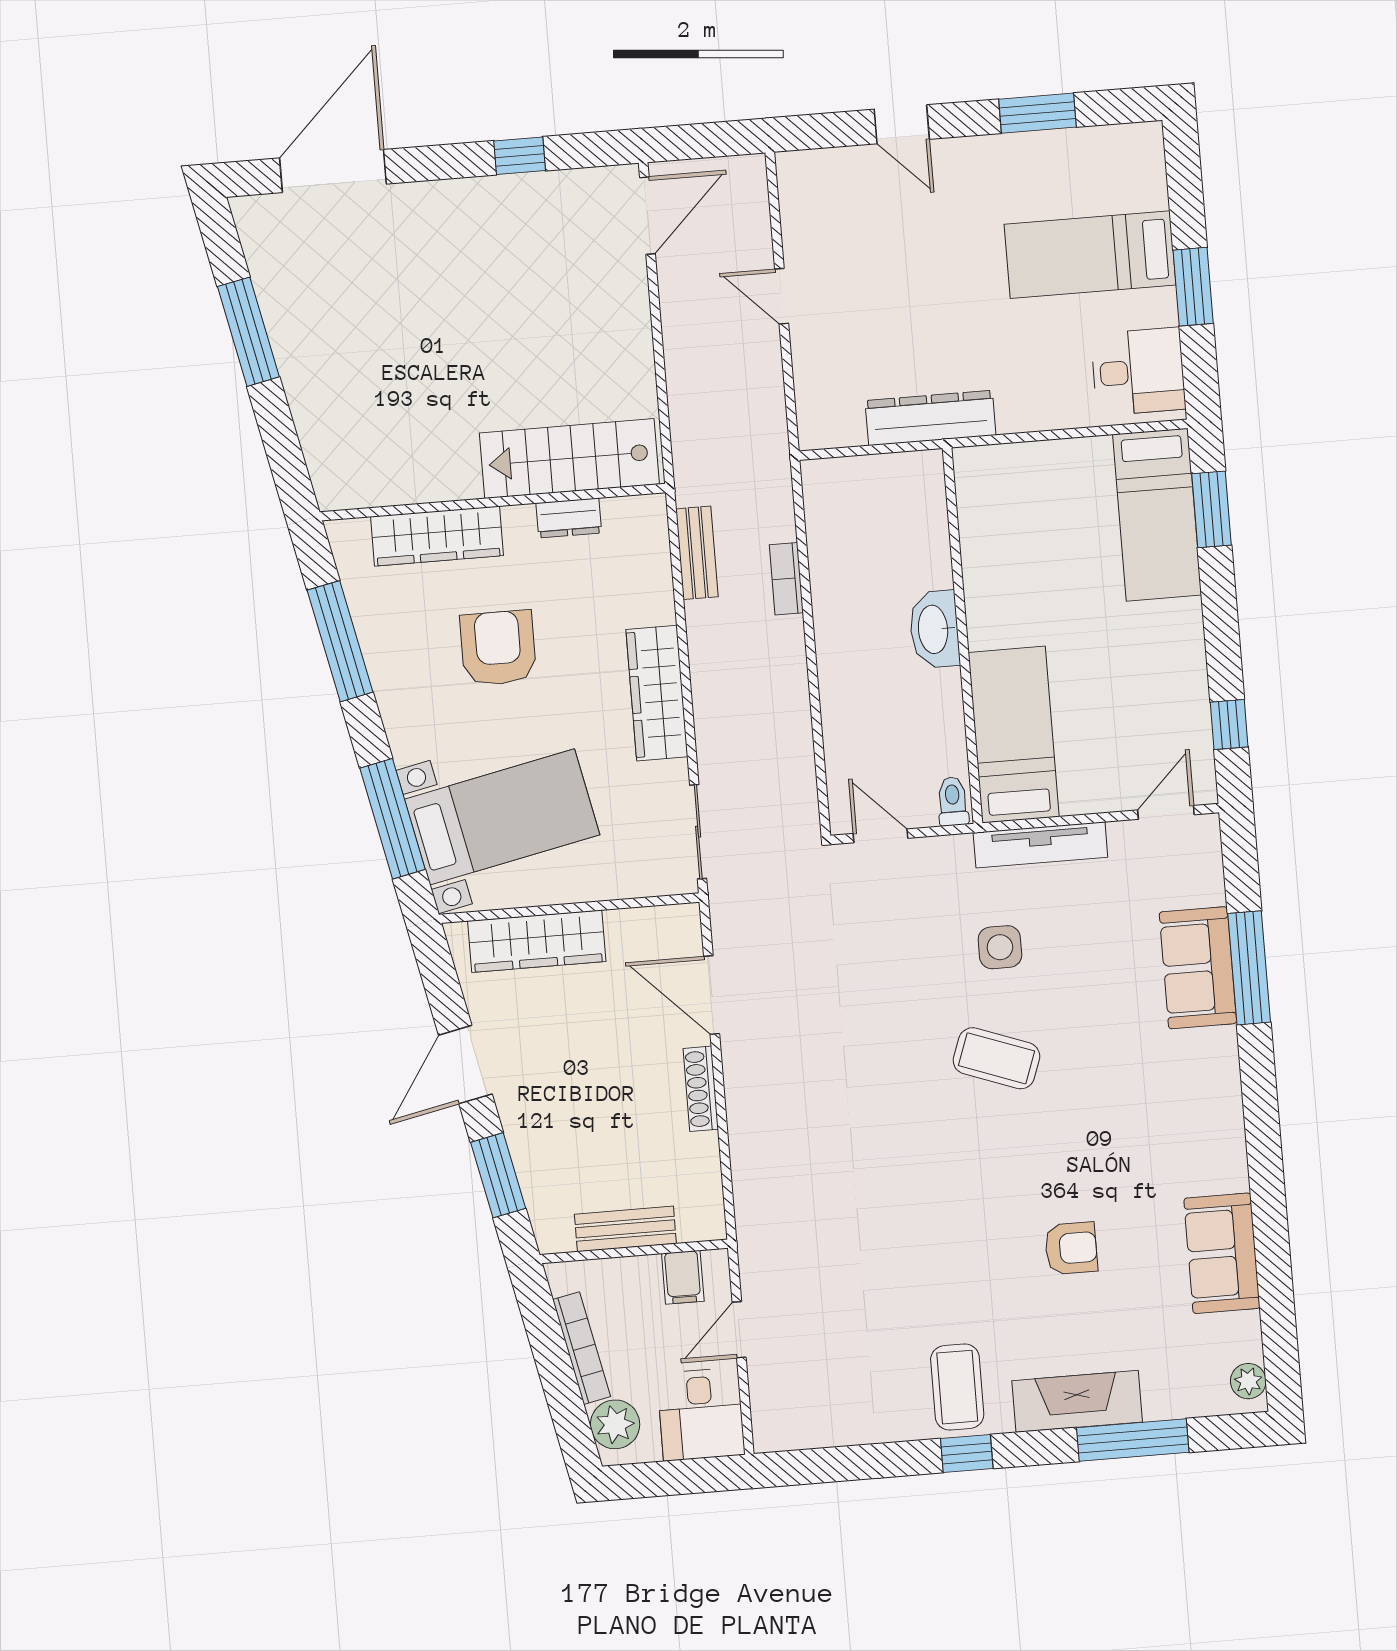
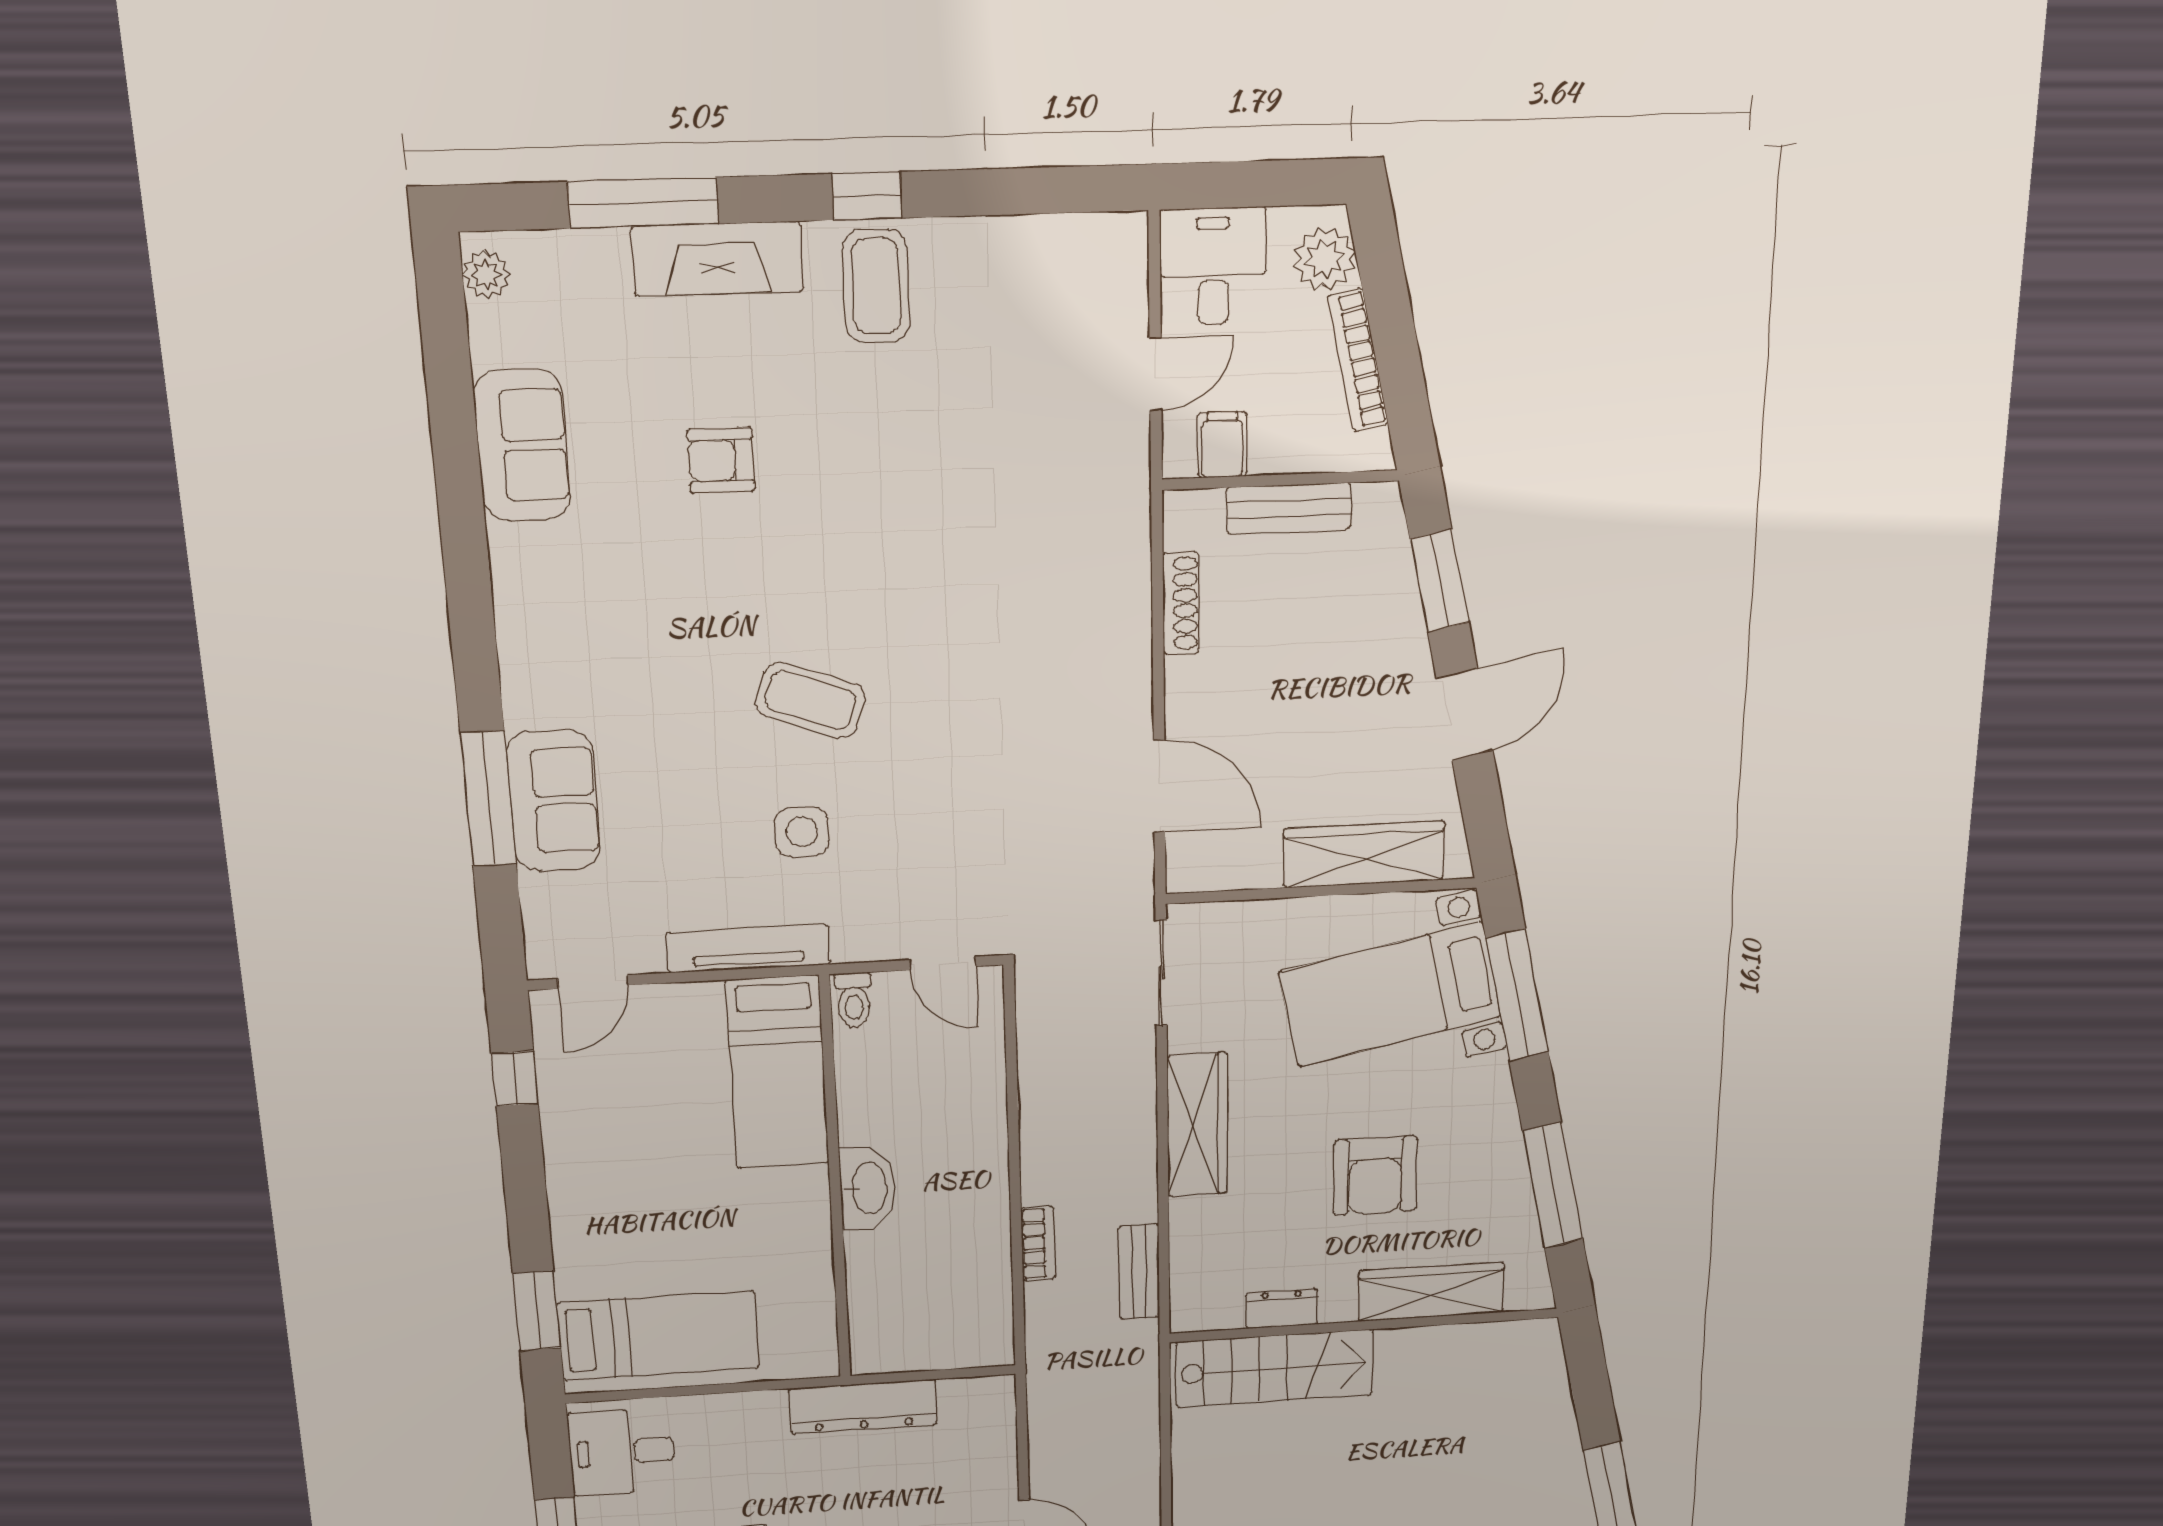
bed: (1157, 515) -> (658, 1336), moved, turned 90
shoe rack: (701, 1089) -> (1181, 603), moved

